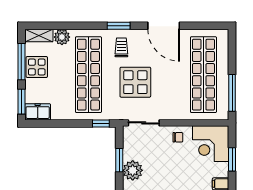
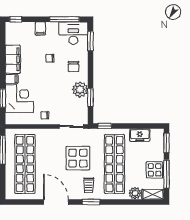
freezer: (38, 112) -> (140, 135), moved
corner desk: (211, 144) -> (19, 99), moved

